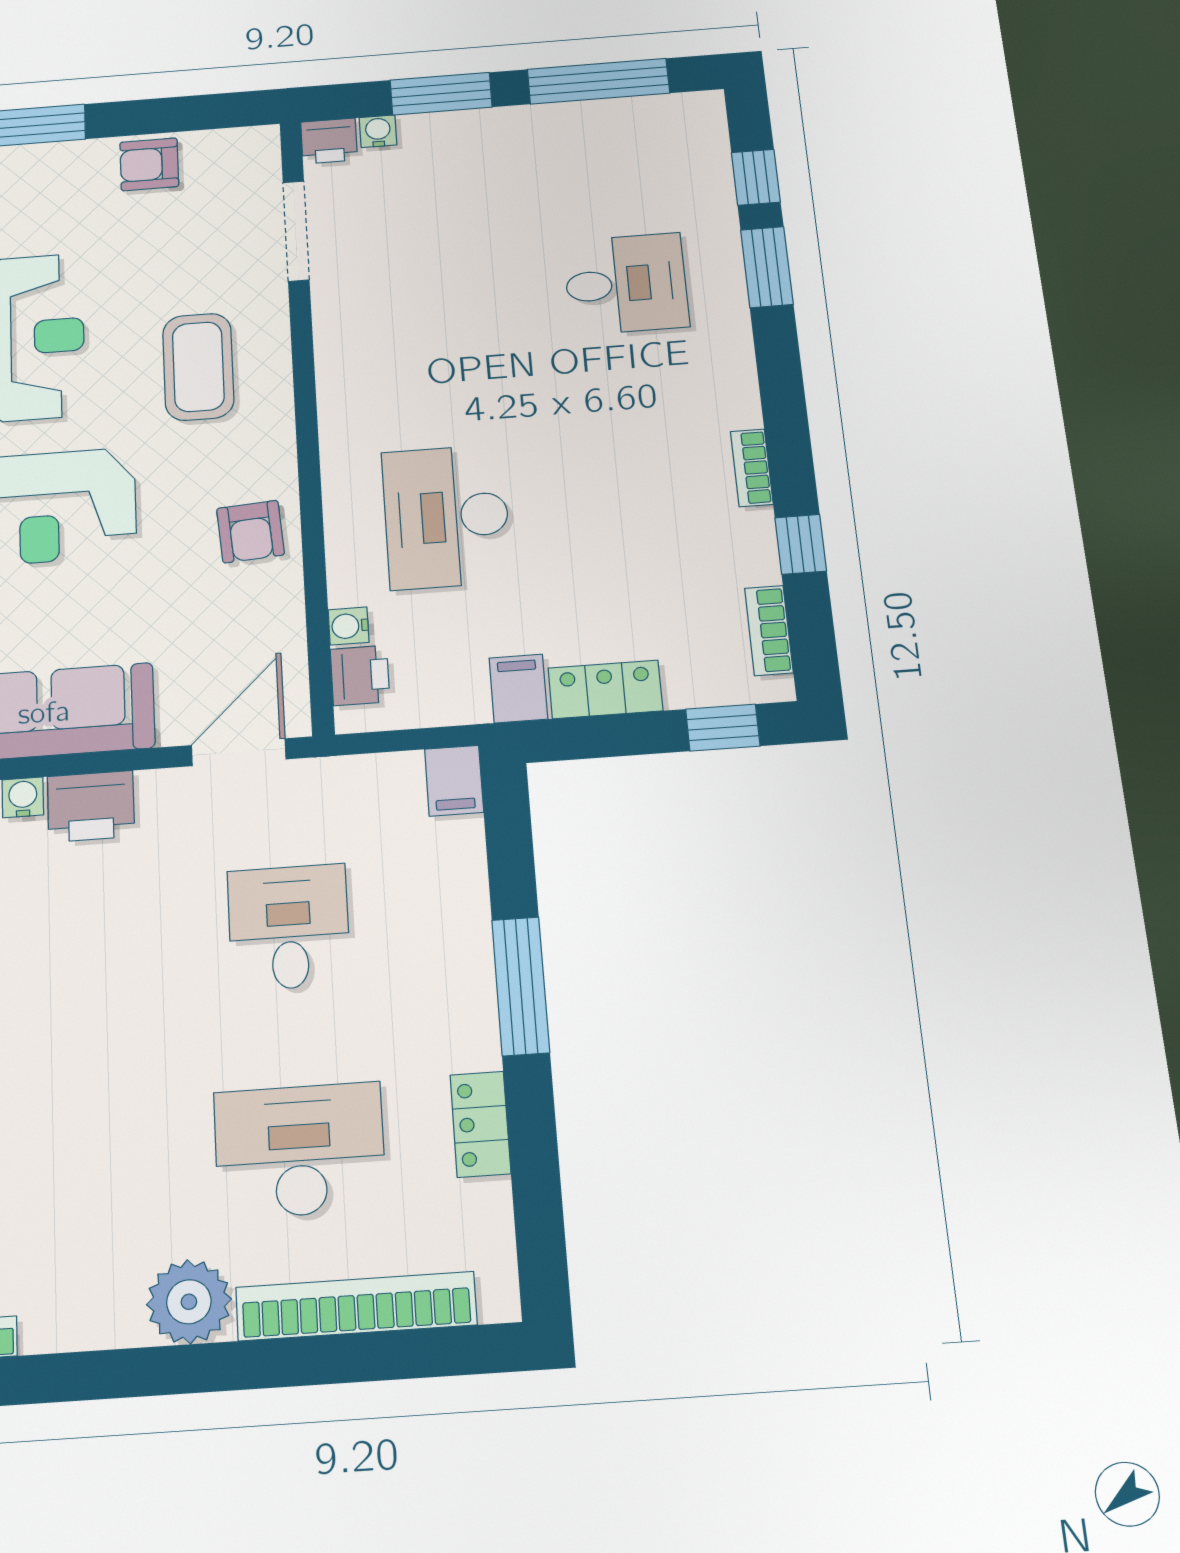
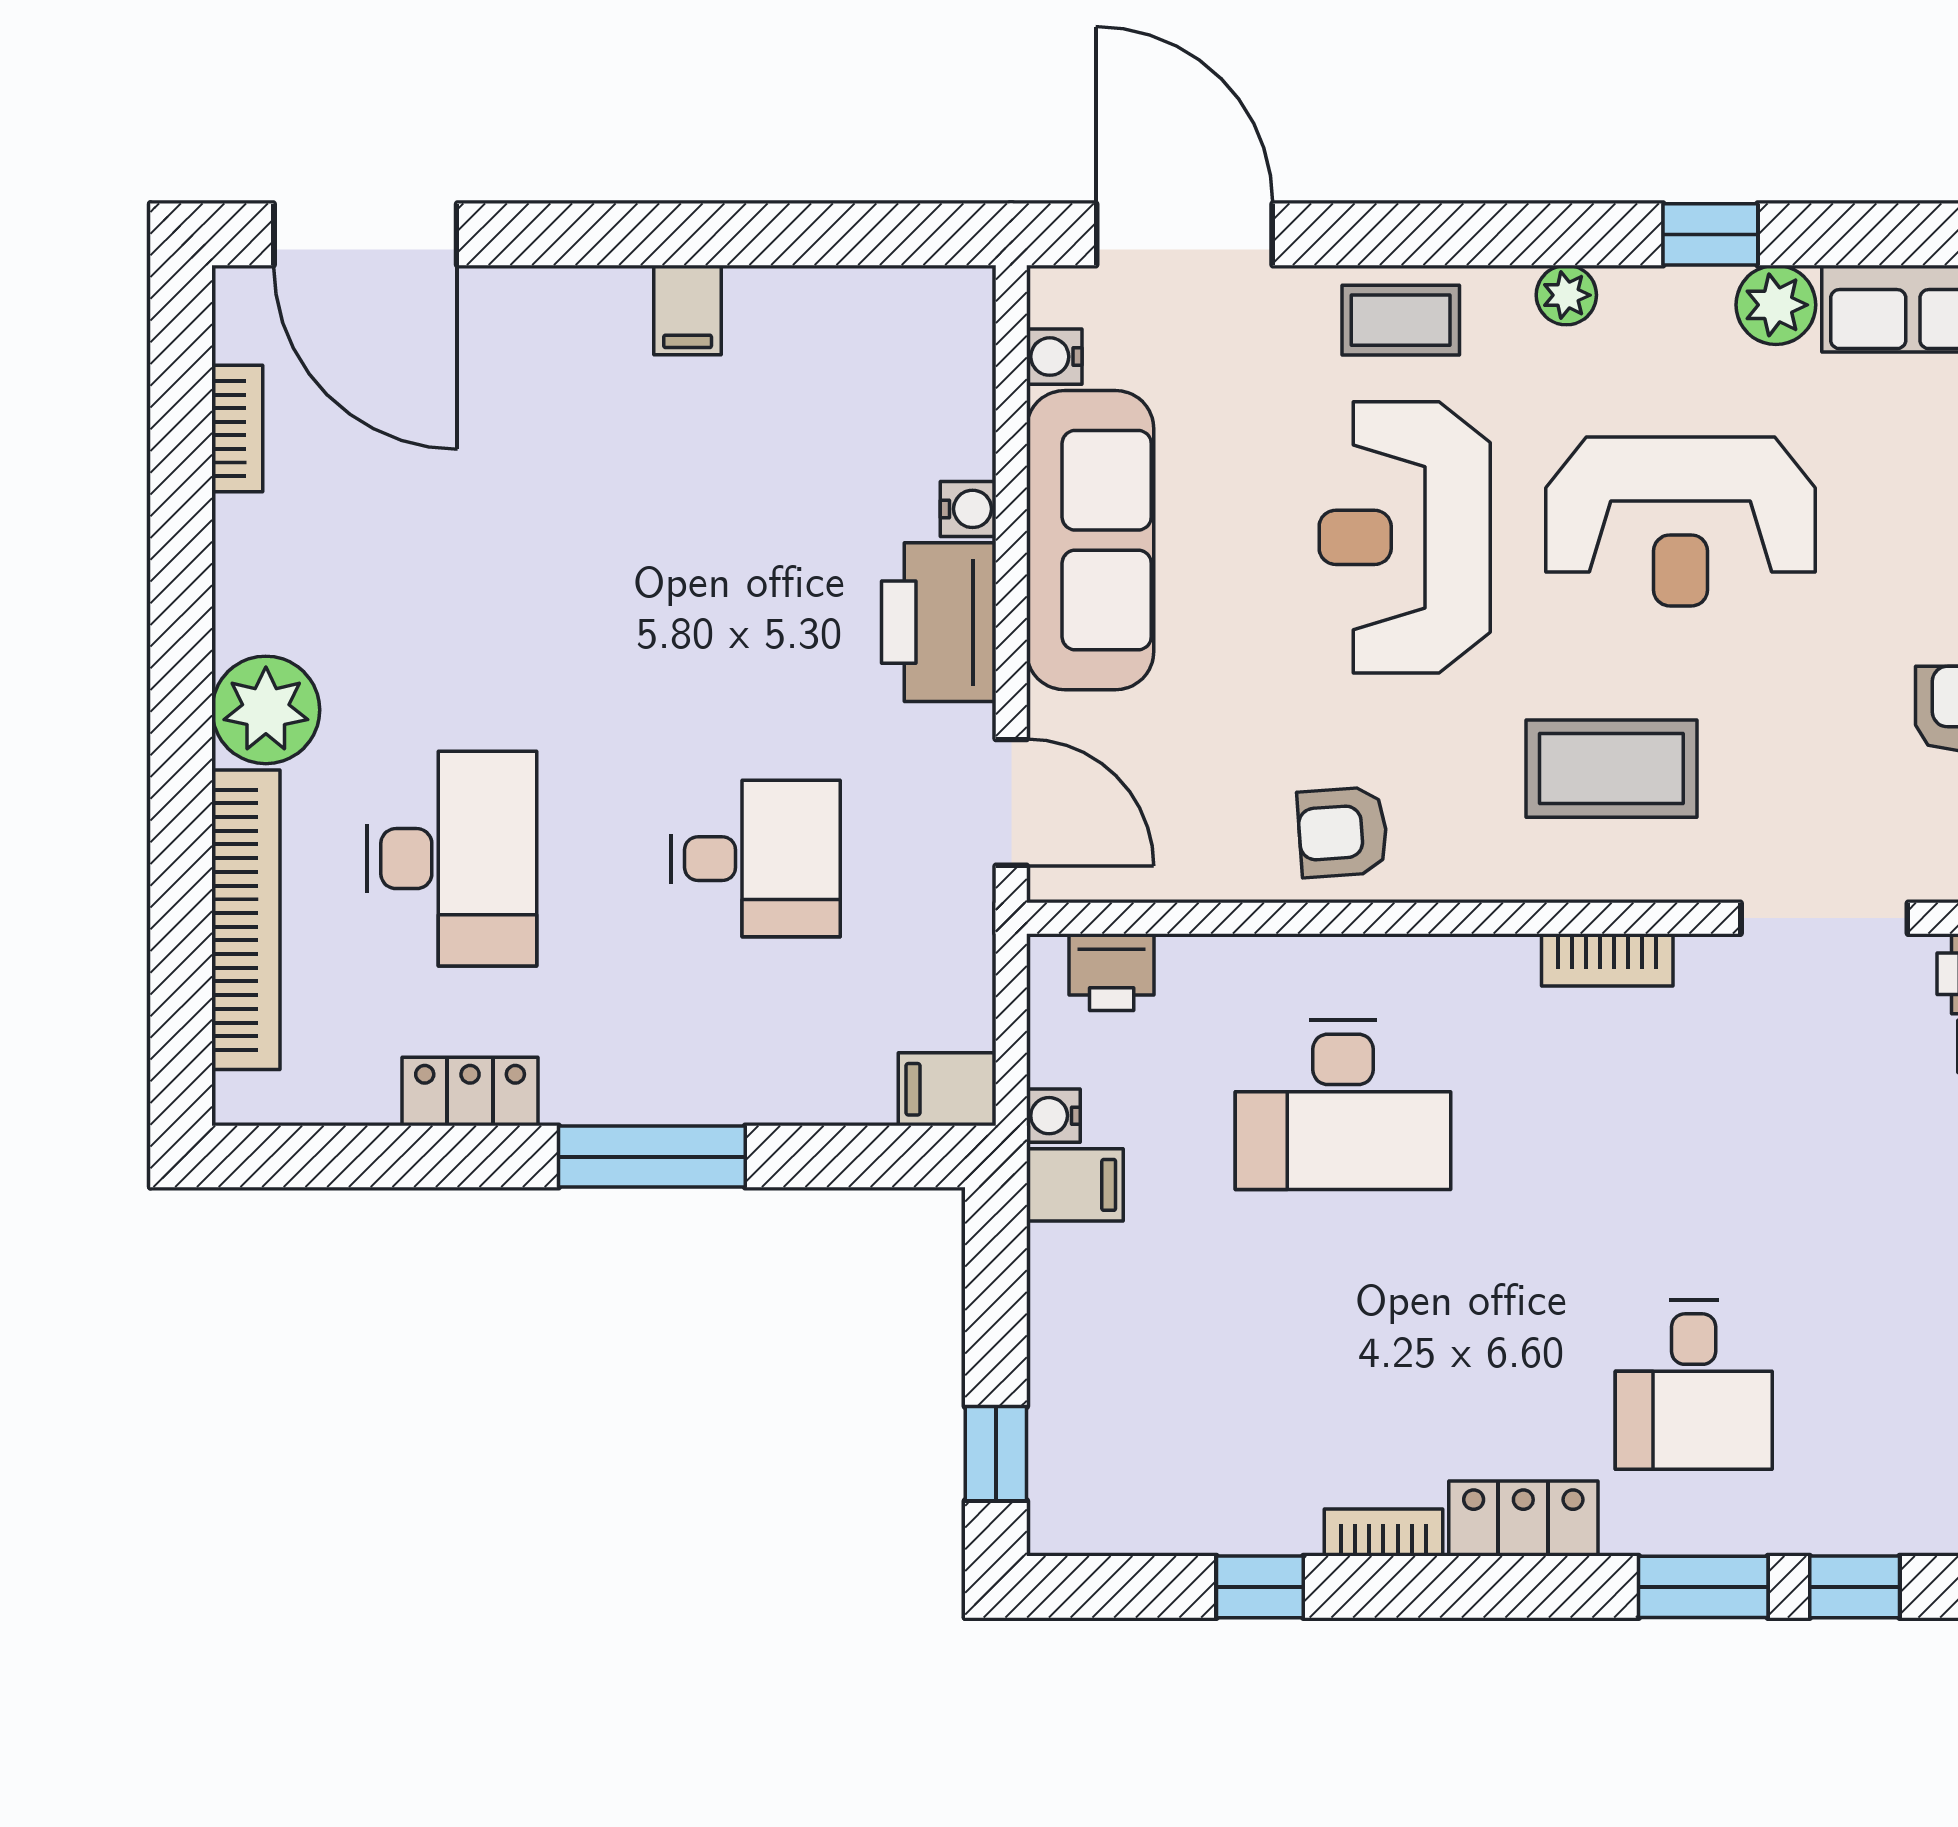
desk: (446, 517) -> (1343, 1105), turned 180
water cooler: (349, 626) -> (1053, 1116), moved, turned -90
bookcase: (769, 630) -> (1607, 960), moved, turned 180
locker: (605, 689) -> (1523, 1518), moved, turned -90
printer: (91, 806) -> (939, 622), width x1.37, depth x1.19

